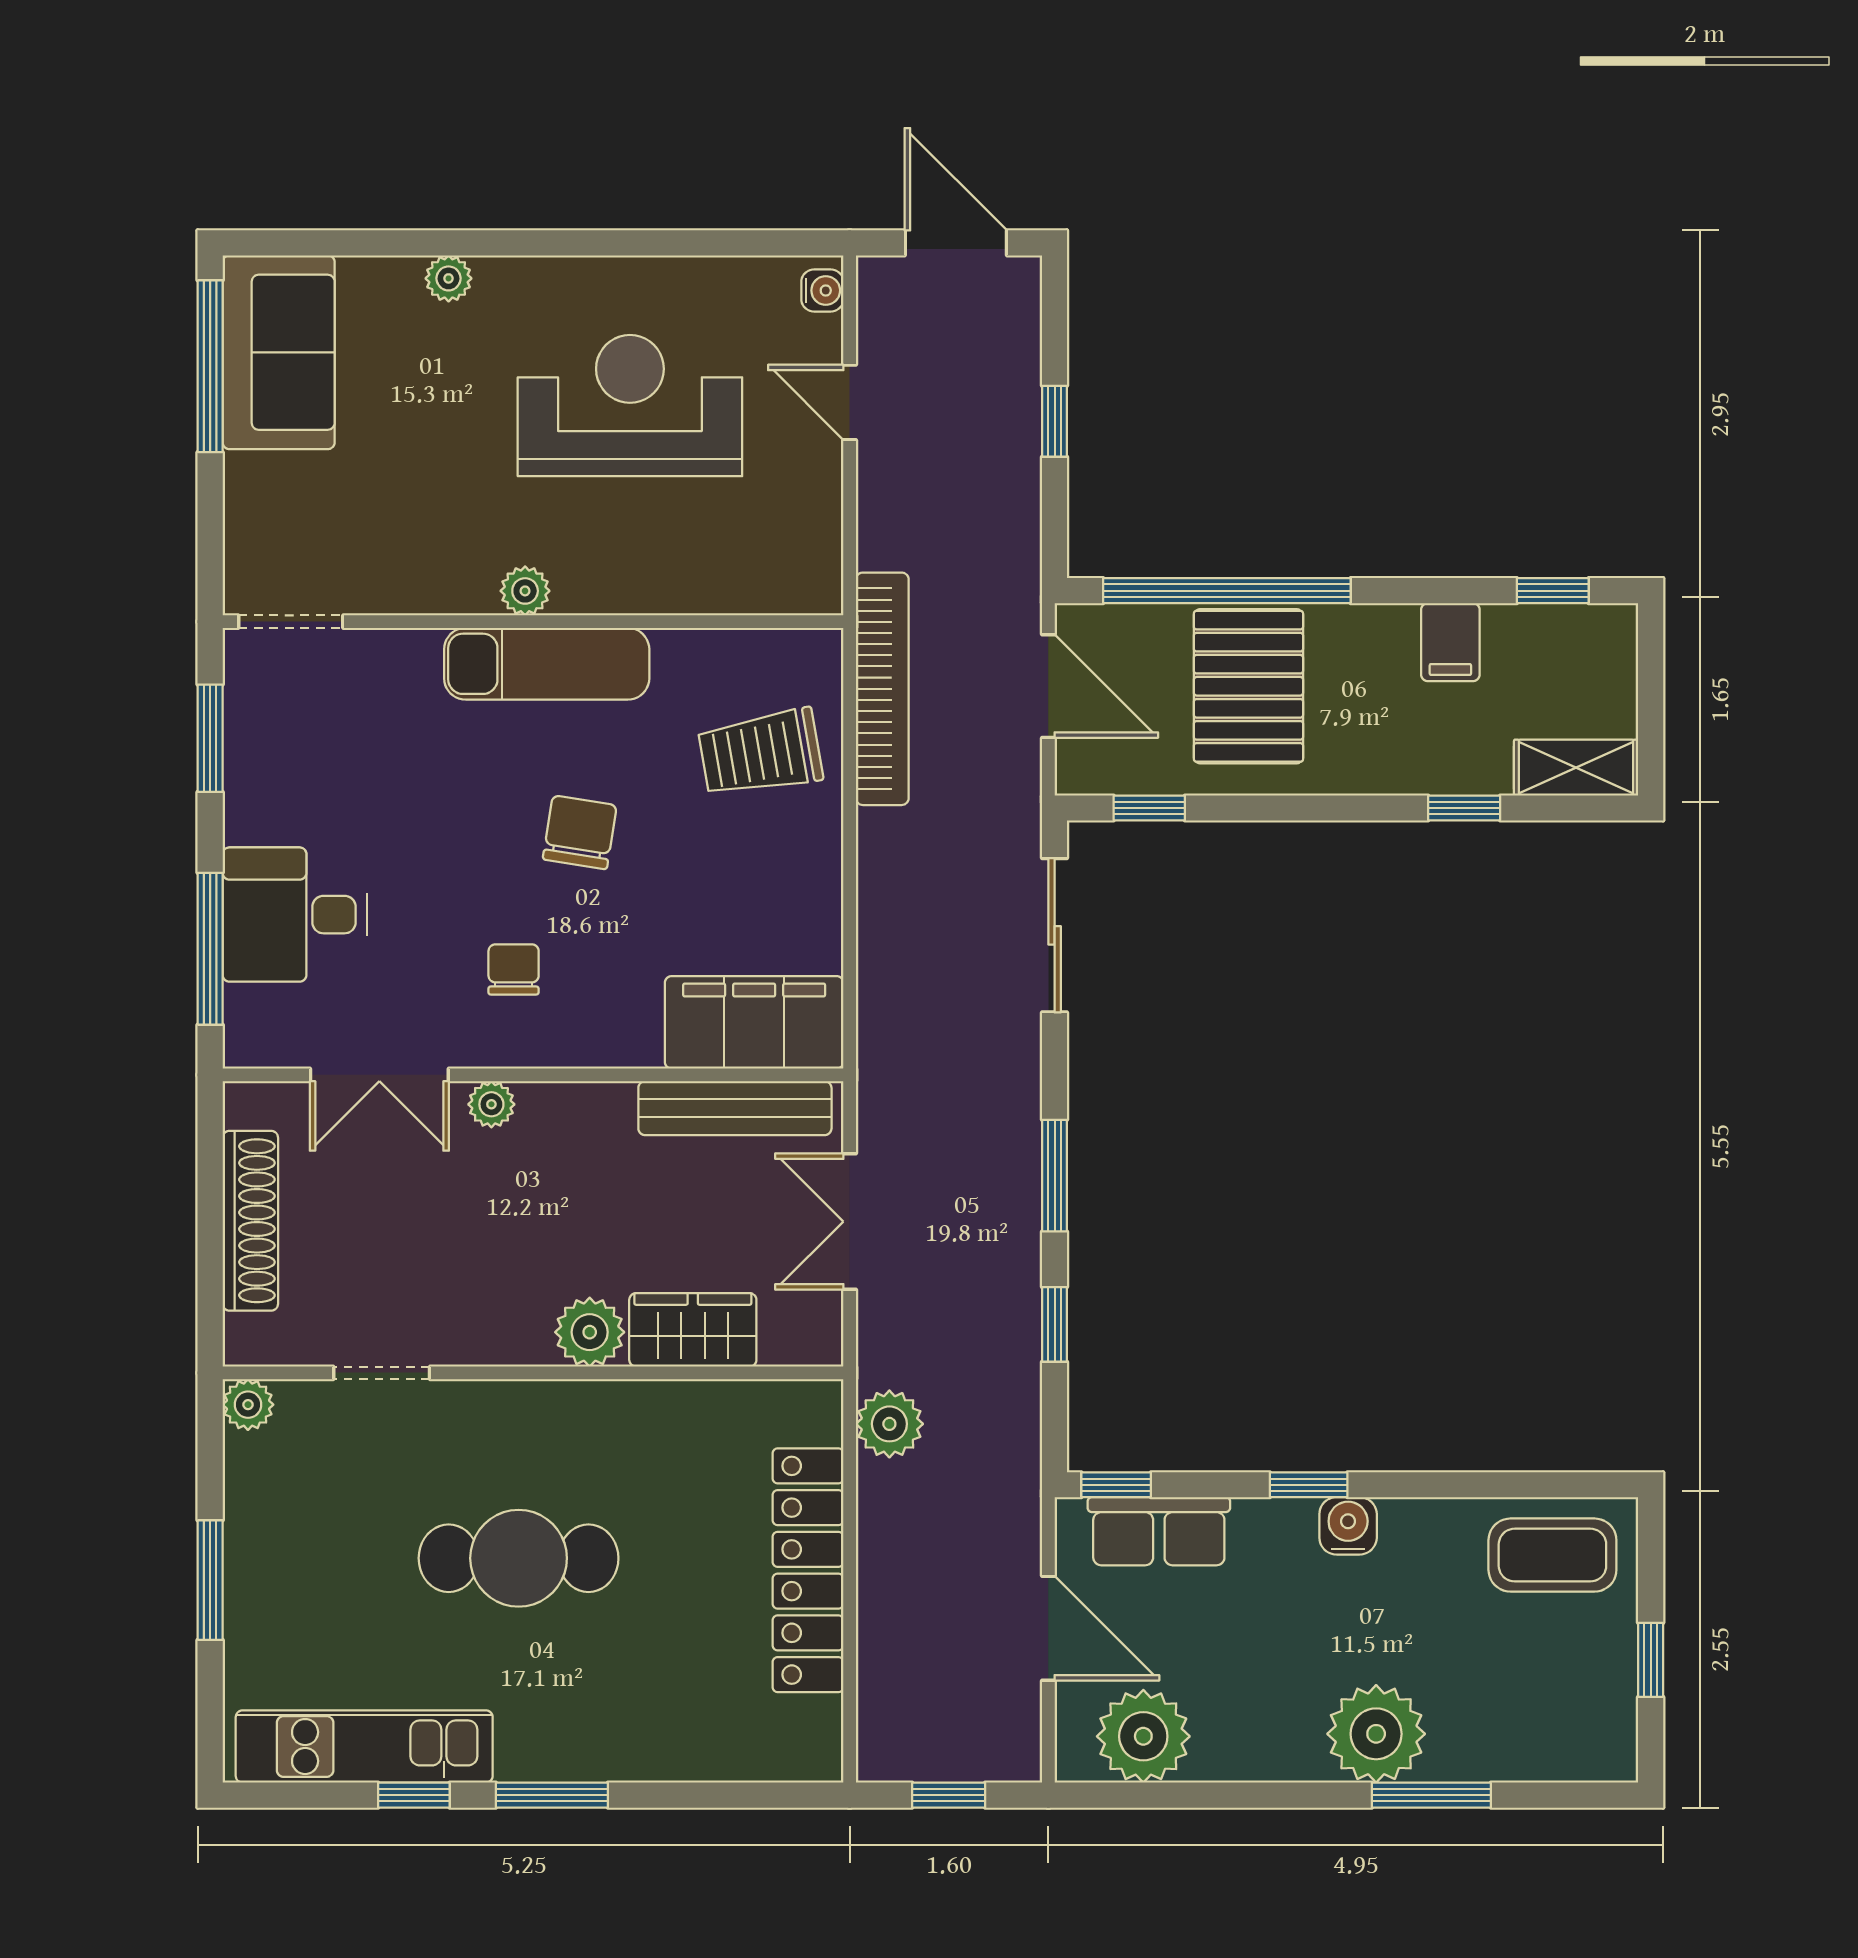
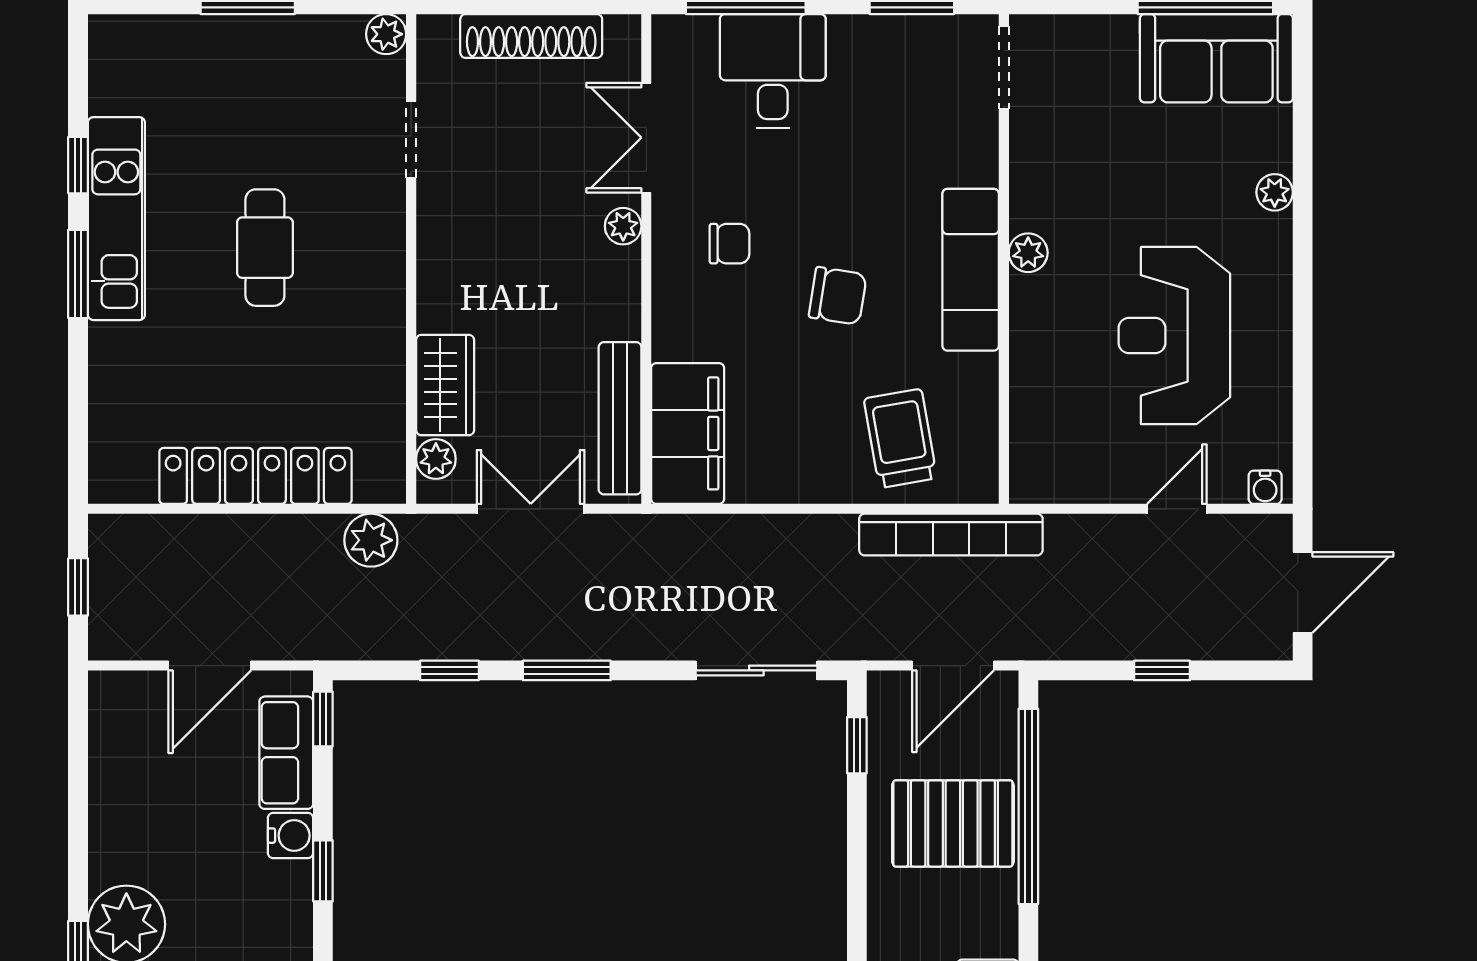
reception desk: (630, 406) -> (1174, 335), turned 180
plant: (590, 1332) -> (436, 459), moved, width x0.73, depth x0.73
water cooler: (1348, 1526) -> (290, 836), moved
cafe table: (519, 1558) -> (265, 248), width x0.73, depth x0.74
plant: (1143, 1736) -> (124, 740), removed
kitchen unit: (364, 1747) -> (116, 219), moved

